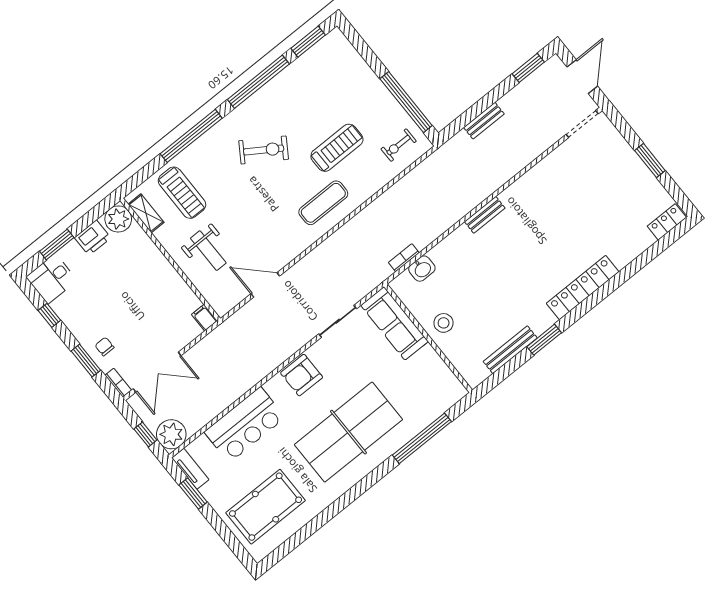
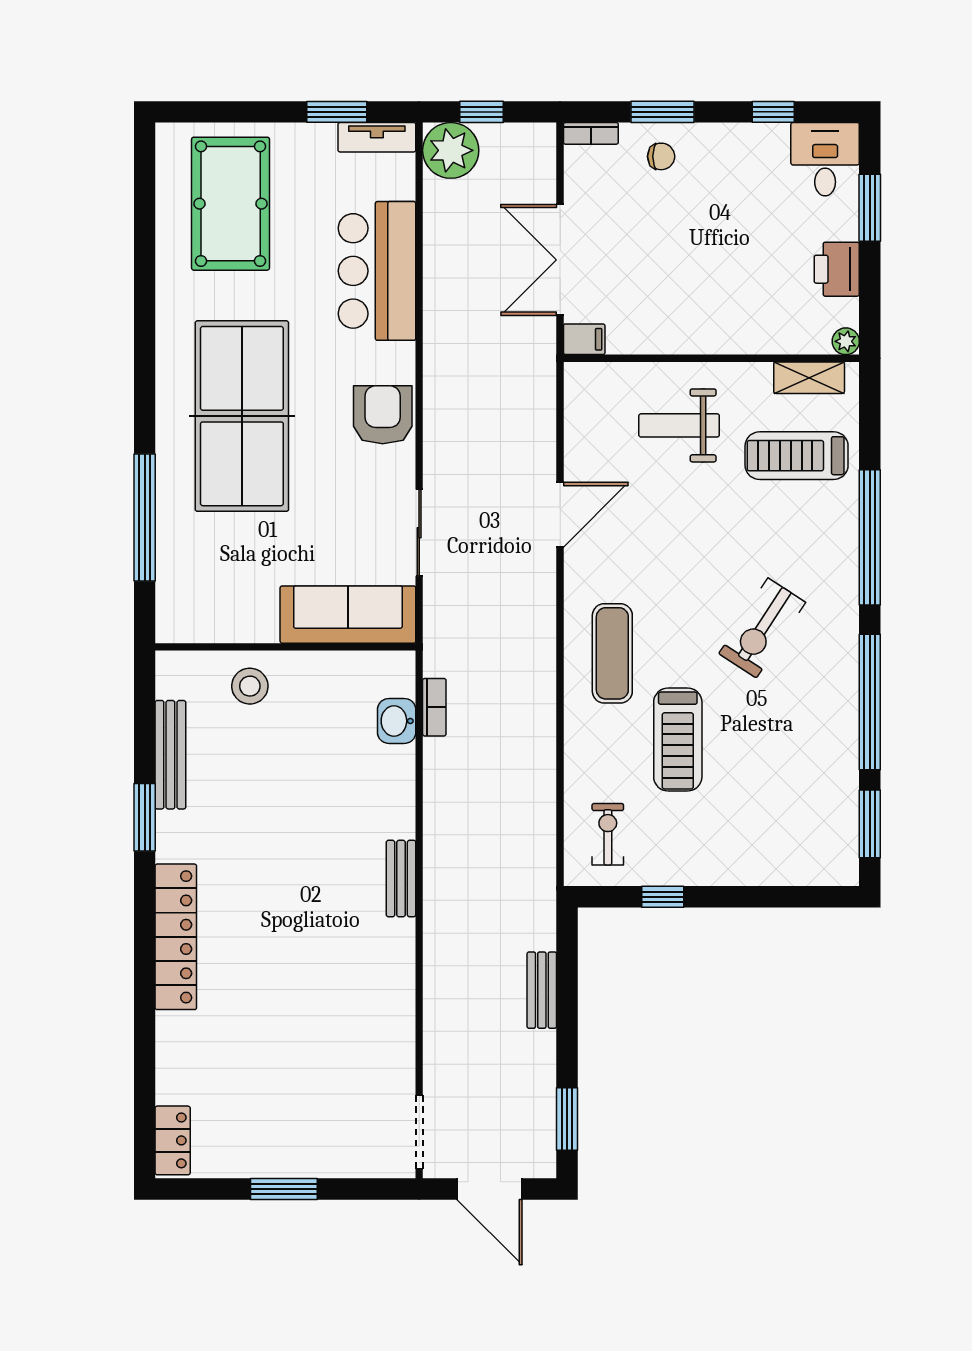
window: (406, 102) -> (663, 897), width x0.32
plant: (118, 219) -> (846, 341), width x0.53, depth x0.53
door: (265, 285) -> (560, 515), moved
stool: (444, 323) -> (250, 686), moved
double door: (157, 372) -> (560, 260), moved

